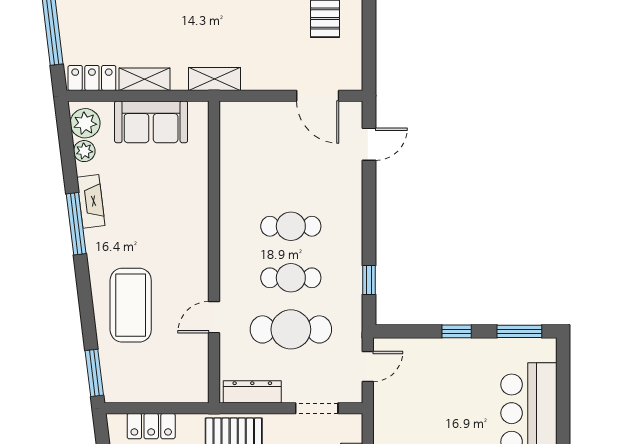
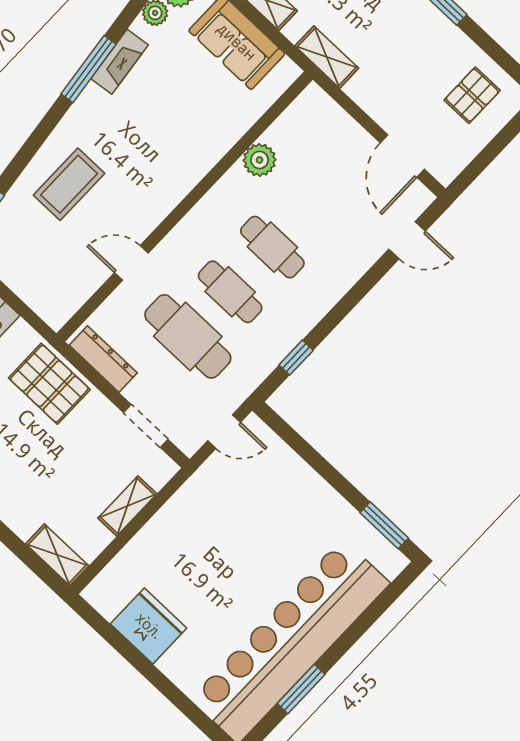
plant: (233, 181) -> (260, 160), added
coffee table: (131, 305) -> (69, 184), width x0.73, depth x0.76
window: (457, 331) -> (330, 474), removed

